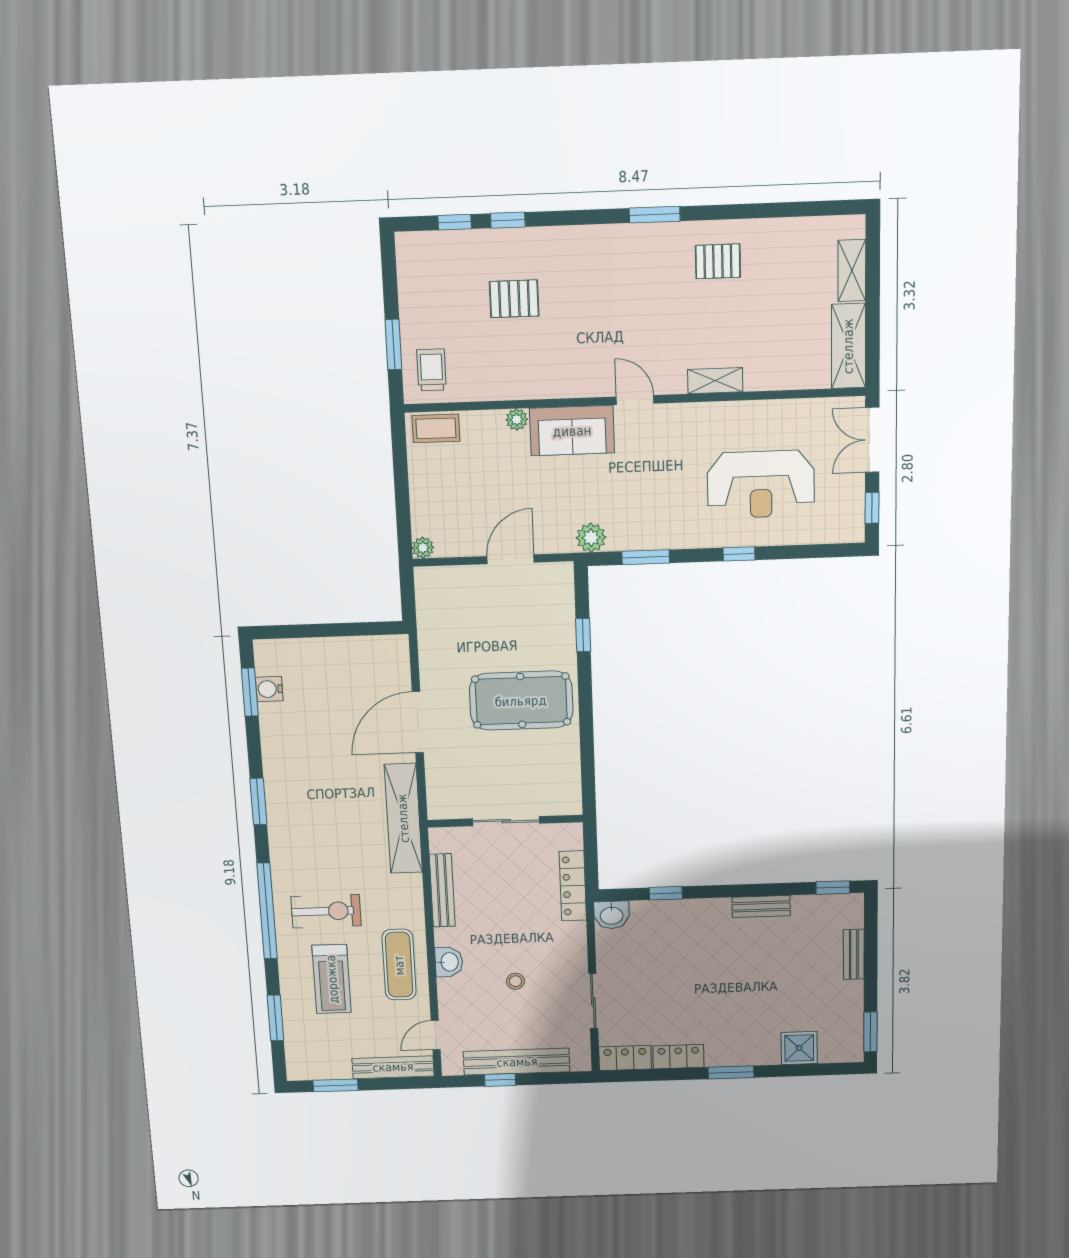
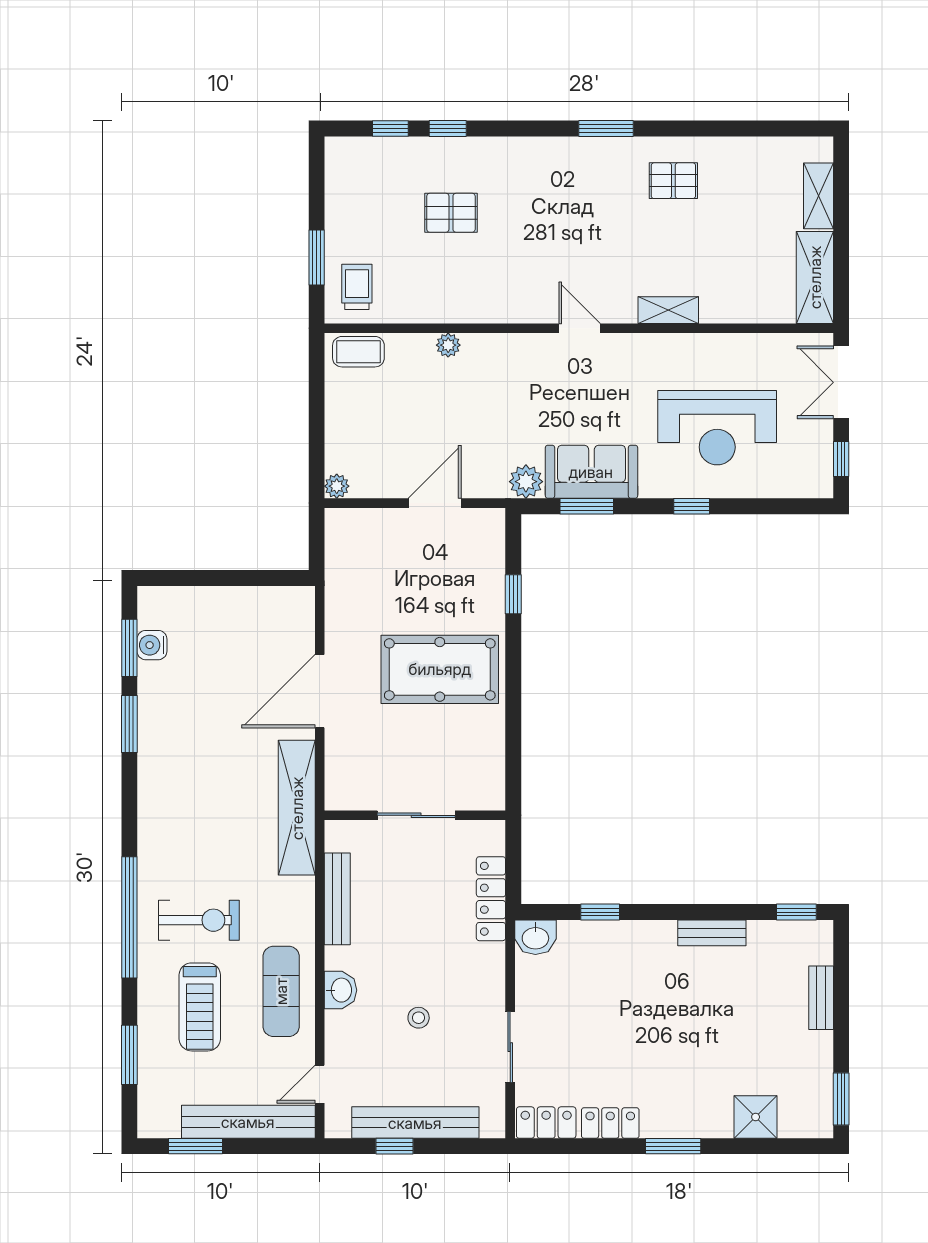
sofa: (572, 431) -> (591, 472), moved, turned 180
window: (258, 801) -> (129, 724), moved
bench: (393, 1067) -> (248, 1122), width x1.37, depth x1.21

